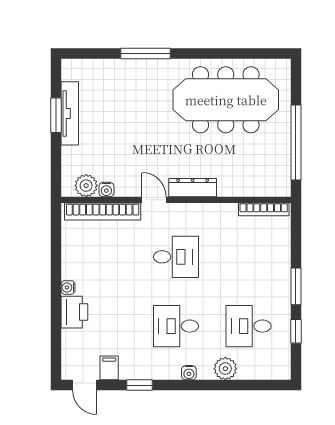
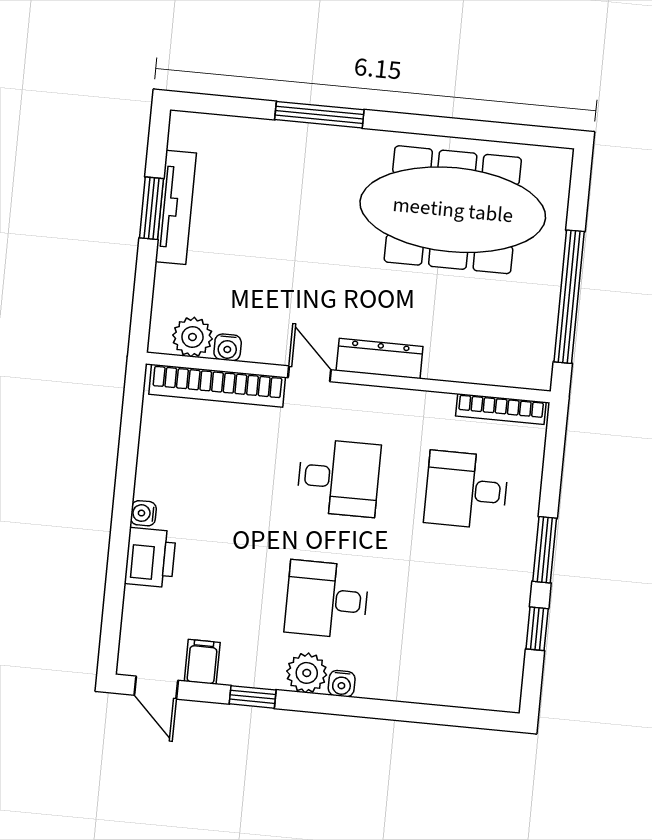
desk: (249, 326) -> (466, 490), moved
plant: (225, 369) -> (307, 673), moved

